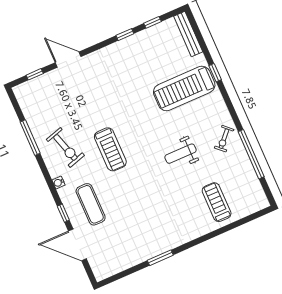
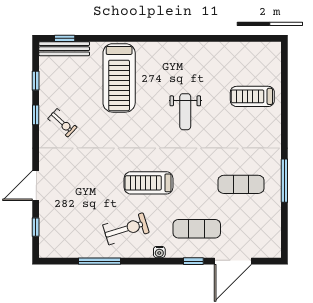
window: (215, 73) -> (65, 38), moved
exercise bike: (224, 139) -> (62, 123), moved
treadmill: (110, 149) -> (149, 183), turned 180
window: (251, 154) -> (218, 38), removed
exercise mat: (142, 224) -> (241, 184), added
window: (160, 258) -> (284, 181), width x1.44

